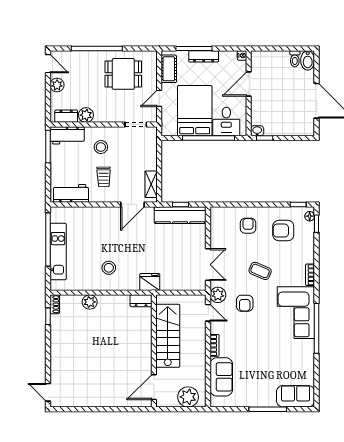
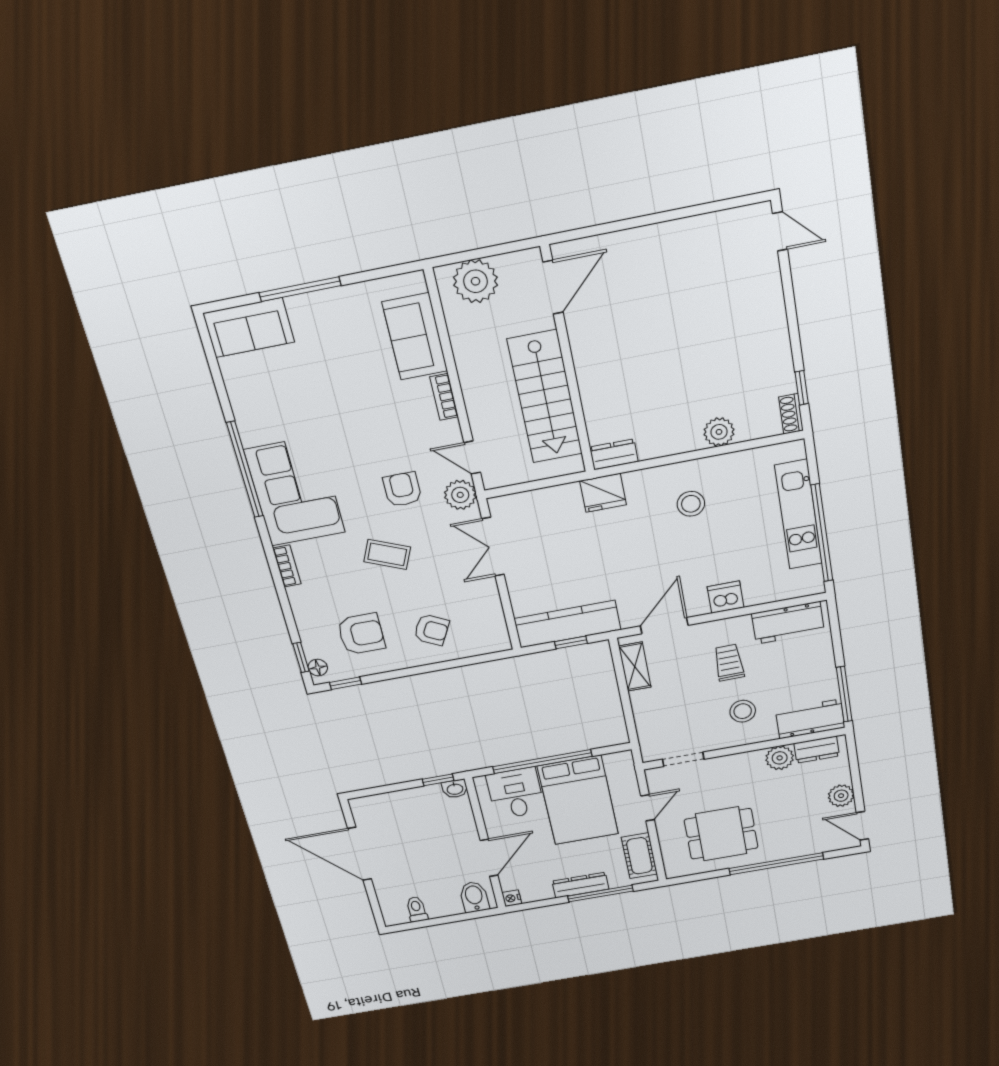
bidet: (308, 60) -> (474, 897), moved
dishwasher: (100, 214) -> (726, 597), added
armchair: (248, 226) -> (431, 630), turned -62

